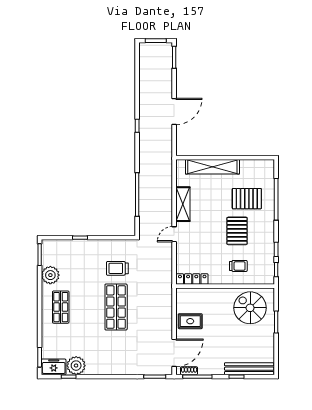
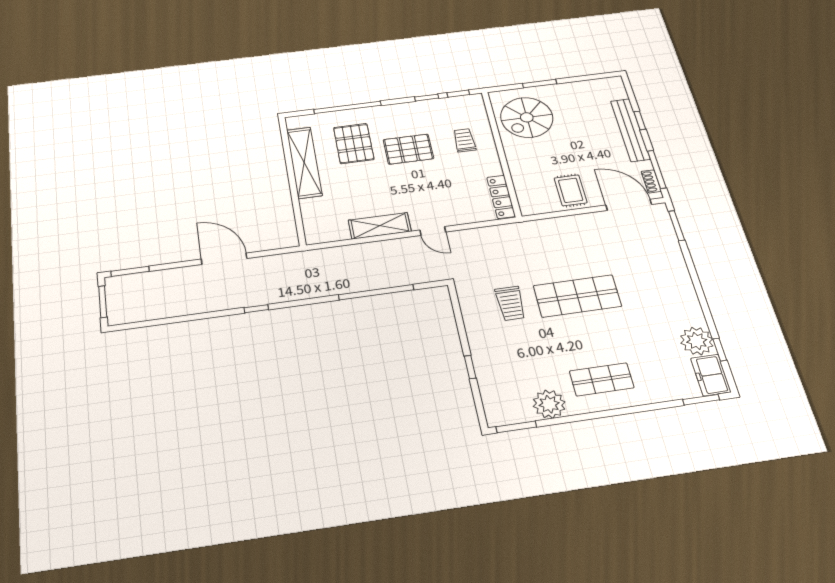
shelving: (212, 167) -> (304, 162), moved
bench: (249, 369) -> (630, 130), moved

